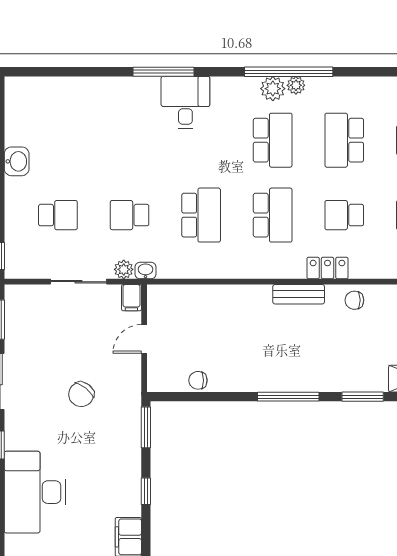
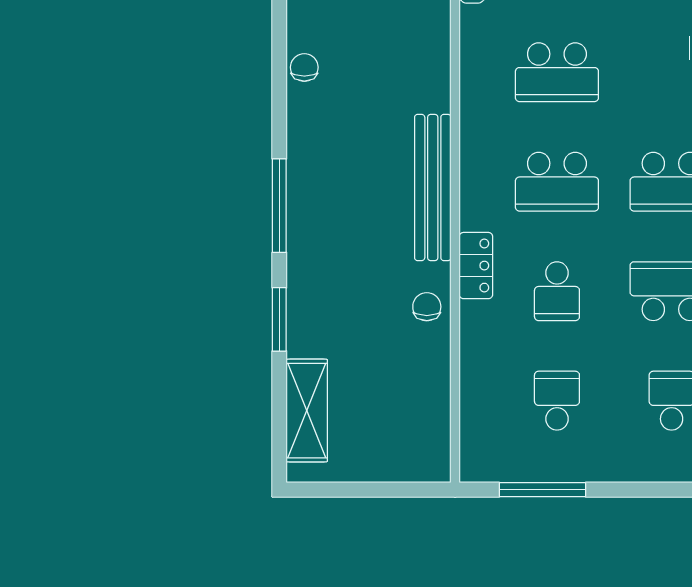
school desk: (344, 215) -> (557, 291), turned 180
bench: (299, 294) -> (433, 188), width x1.86, depth x1.21

